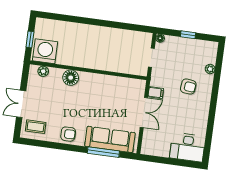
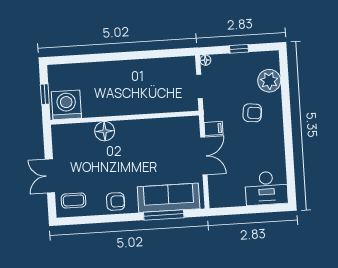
plant: (210, 69) -> (269, 81), width x1.88, depth x1.88
plant: (43, 71) -> (69, 130), removed

